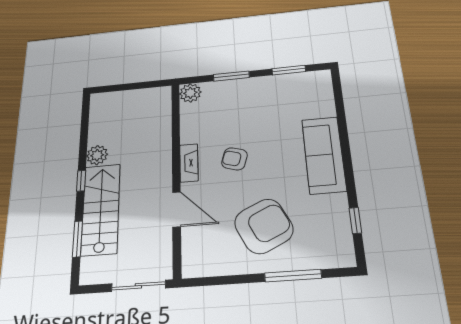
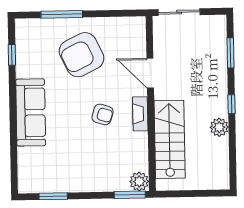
window: (231, 76) -> (130, 195), moved
stairs: (101, 209) -> (170, 139), moved, turned 180

